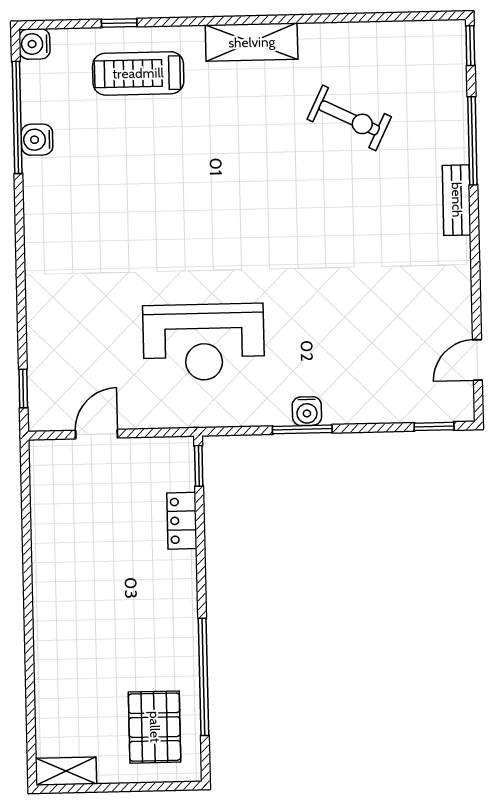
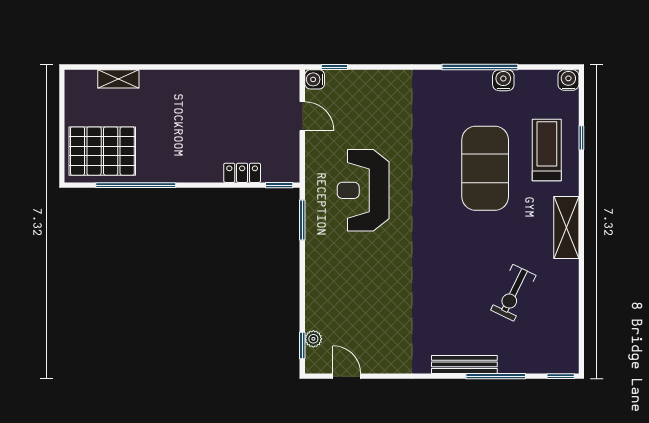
window: (17, 117) -> (480, 67), moved
exercise mat: (167, 163) -> (485, 168), added
bench: (457, 200) -> (464, 364), width x1.36
plant: (424, 410) -> (313, 339), added
water cooler: (307, 411) -> (315, 79), moved
window: (302, 429) -> (302, 220), moved
pallet: (155, 727) -> (102, 151), width x1.37, depth x1.41
shelving: (66, 771) -> (118, 79), moved, turned 90

